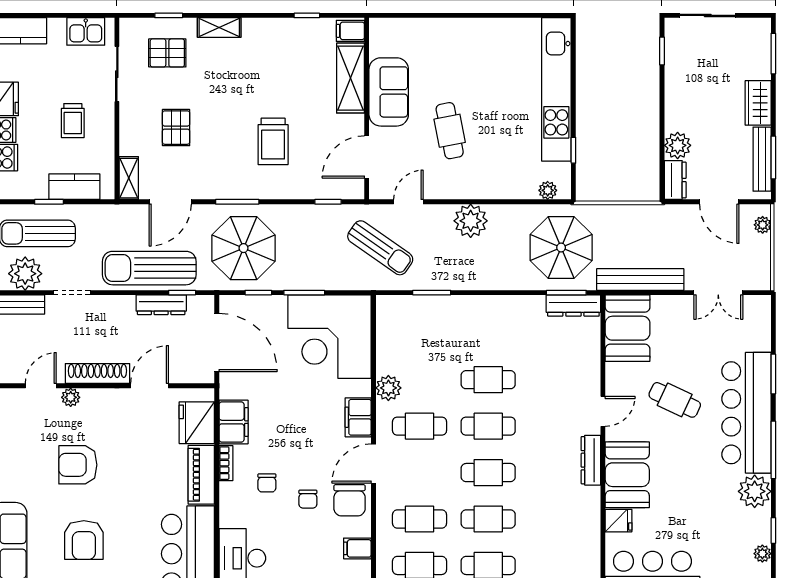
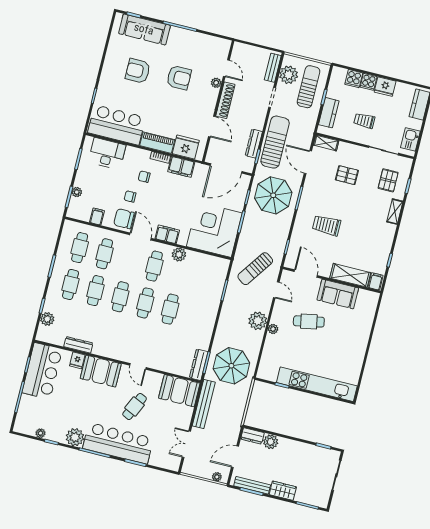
plant: (548, 190) -> (273, 329), moved
dresser: (591, 460) -> (78, 345), moved
armchair: (78, 465) -> (179, 78), turned 90

